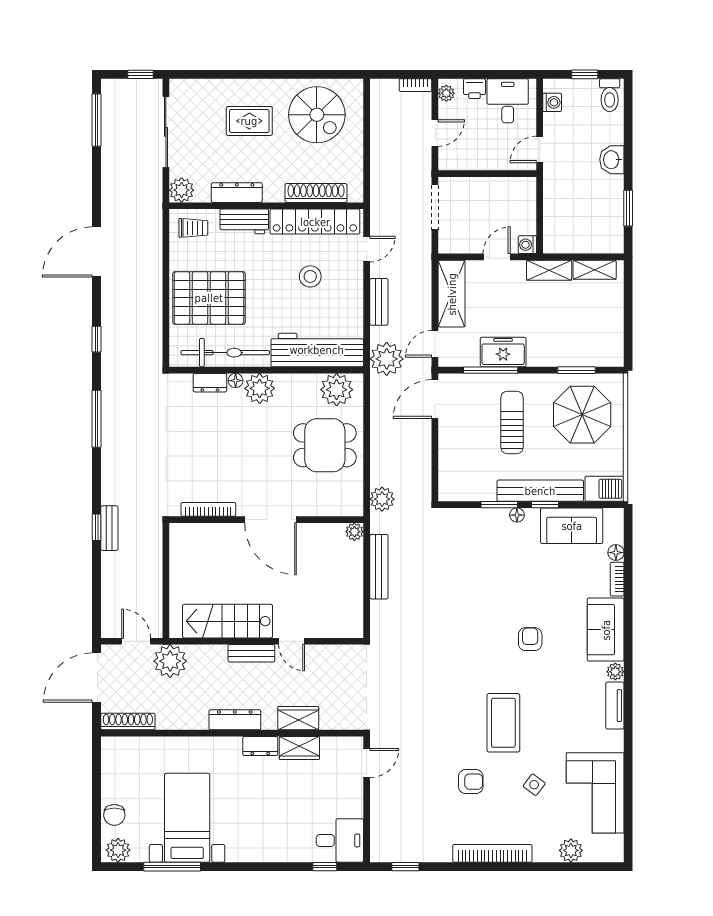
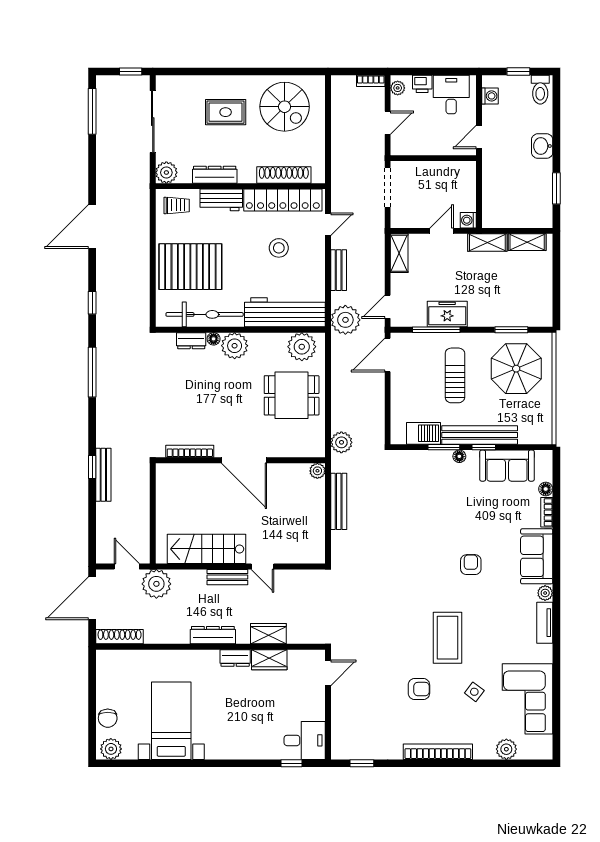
shelving: (452, 294) -> (399, 253), width x0.67, depth x0.75
barbecue: (605, 489) -> (423, 433), moved
bench: (109, 528) -> (103, 475), width x1.36
window: (172, 867) -> (158, 763), removed

